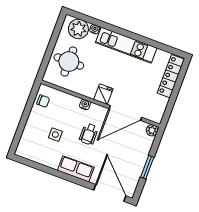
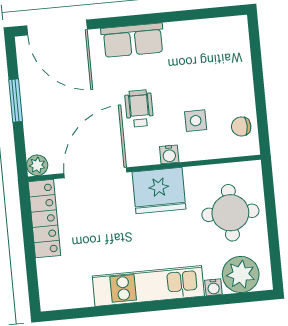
locker: (171, 76) -> (44, 219), moved
fridge: (103, 94) -> (159, 190), width x1.88, depth x1.34
side table: (55, 135) -> (196, 121), moved

